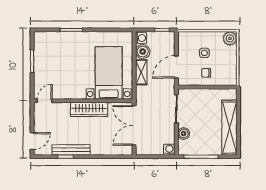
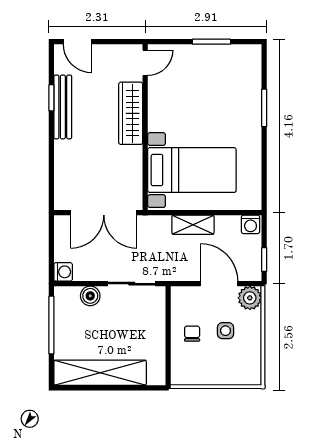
plant: (230, 38) -> (250, 298), moved
boiler: (143, 52) -> (228, 227), removed
door: (176, 67) -> (219, 284), moved
door: (45, 101) -> (145, 63), hinge flipped
wardrobe: (89, 109) -> (131, 113), moved
double door: (134, 125) -> (104, 213), swing flipped

